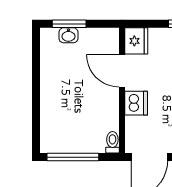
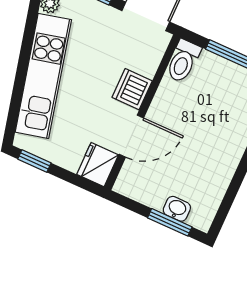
door: (122, 71) -> (131, 136), hinge flipped
toilet: (112, 142) -> (183, 61), width x1.37, depth x1.39

